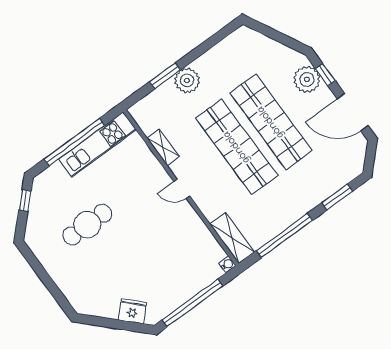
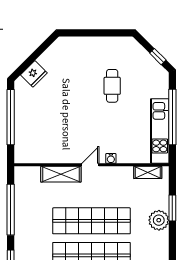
shelving: (163, 147) -> (148, 172), moved
cafe table: (87, 225) -> (112, 86), width x0.73, depth x0.74
shelving: (232, 238) -> (61, 174), moved
water cooler: (227, 264) -> (111, 158), moved

